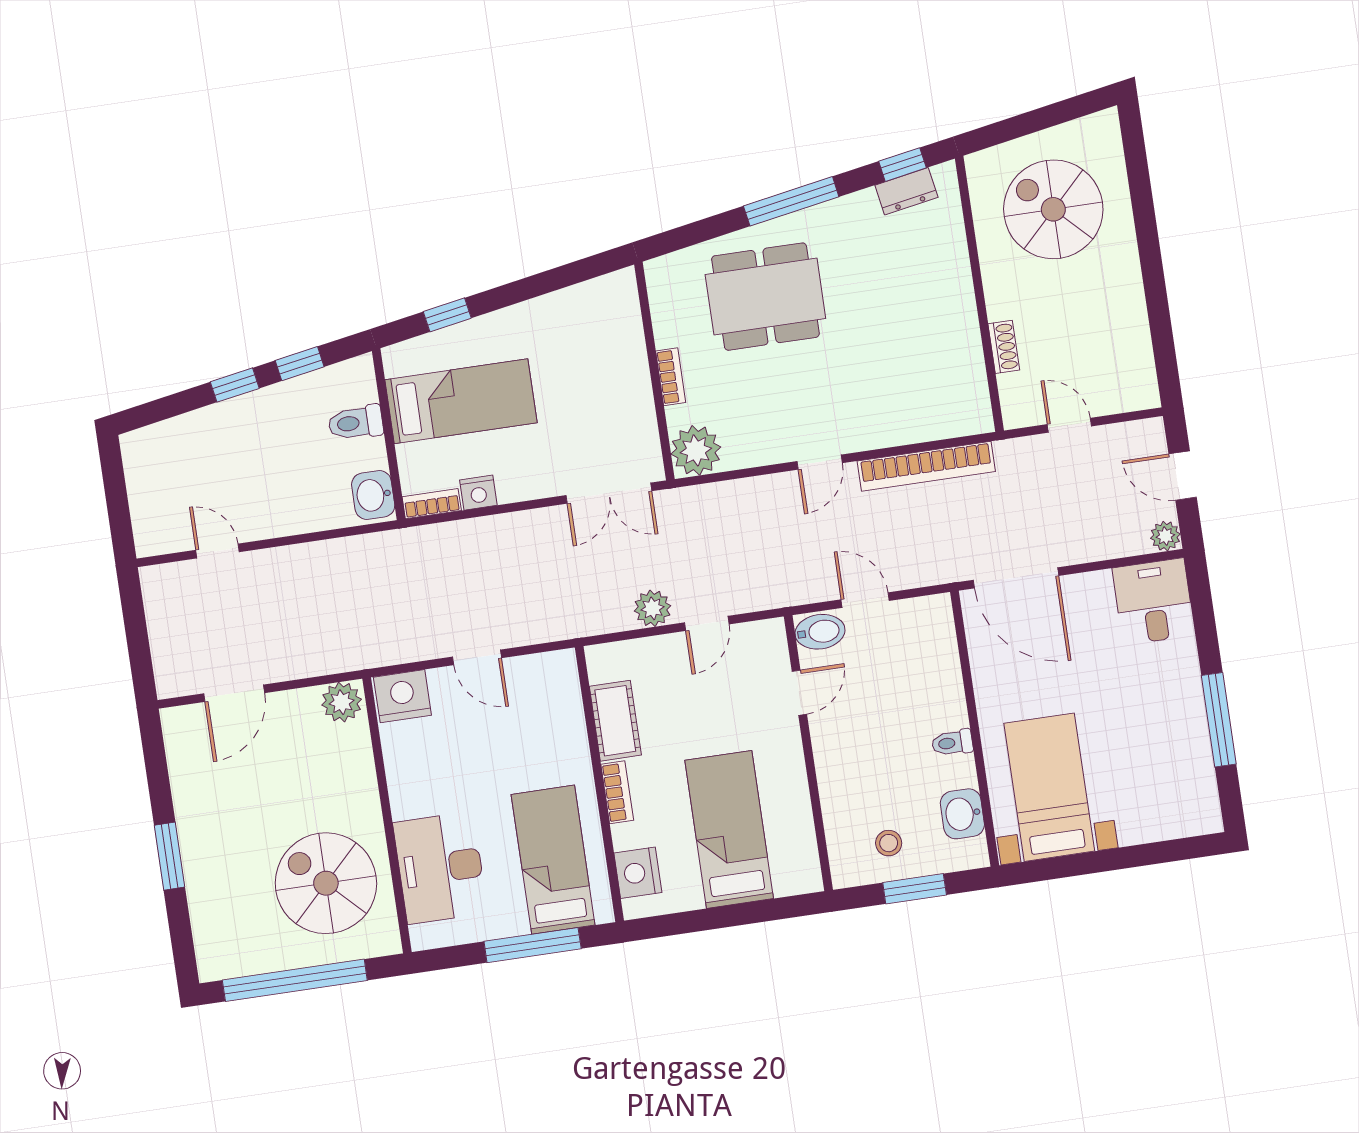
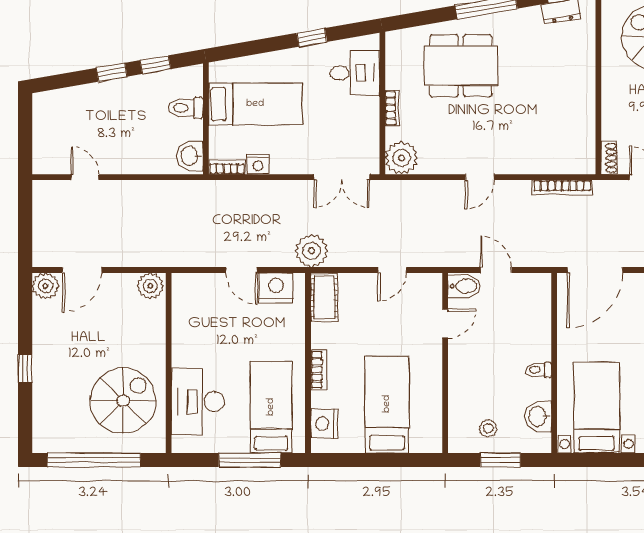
window: (447, 315) -> (312, 37), moved
desk: (606, 331) -> (355, 73), added
shoe rack: (1004, 347) -> (609, 158), moved
bookcase: (926, 466) -> (562, 187), width x0.68, depth x0.76
door: (1016, 578) -> (595, 270), hinge flipped
plant: (653, 608) -> (311, 251), moved, width x1.36, depth x1.36
nightstand: (402, 696) -> (276, 288), moved
cot: (615, 721) -> (324, 297), moved
plant: (182, 726) -> (45, 286), added
window: (169, 856) -> (25, 368), width x0.67
spiral stairs: (326, 883) -> (123, 401), turned 90

